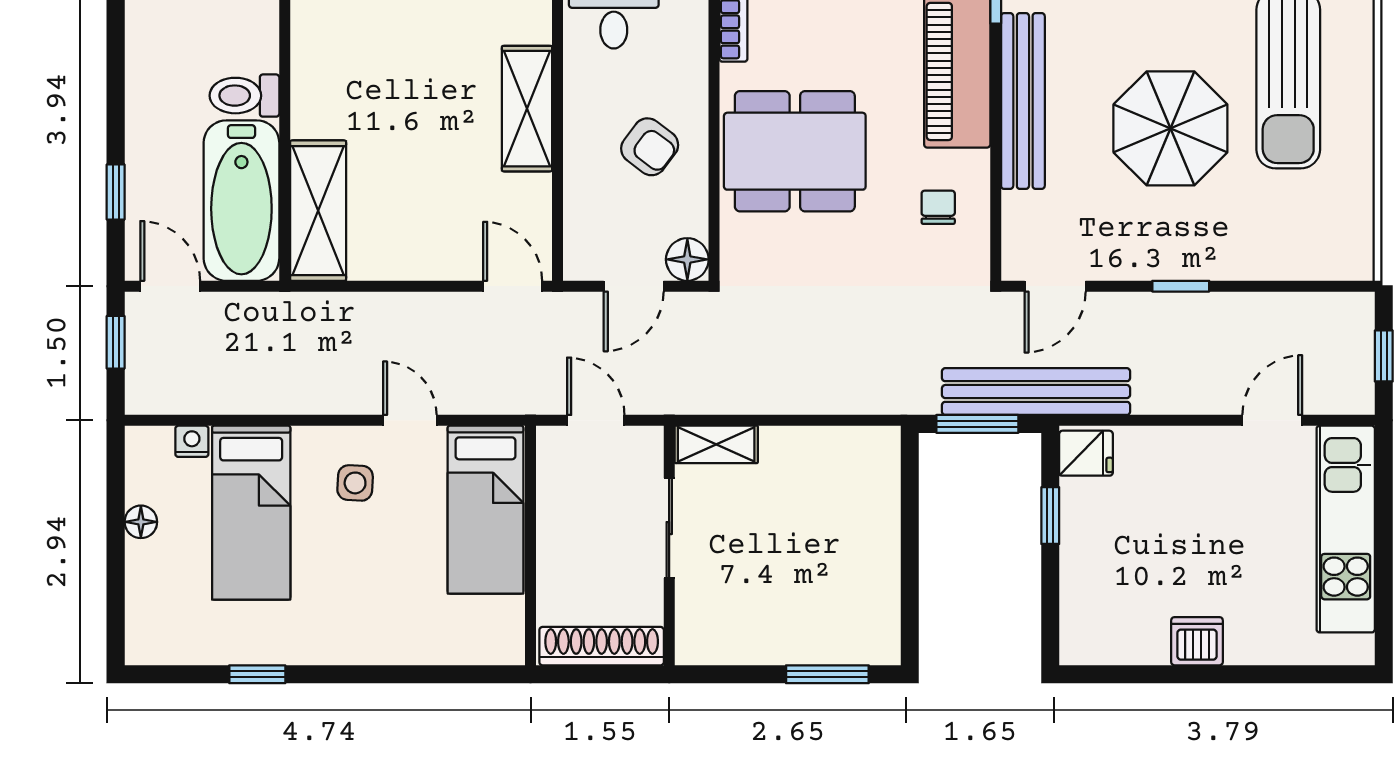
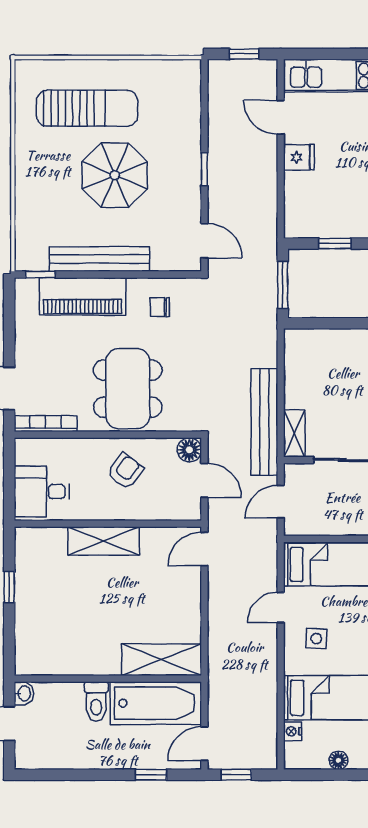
bench: (1036, 392) -> (264, 422), moved
fridge: (1086, 453) -> (299, 157), moved, turned 90

